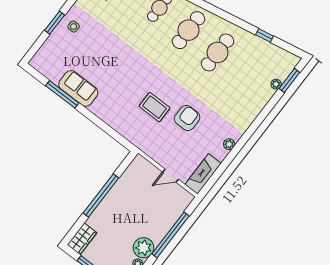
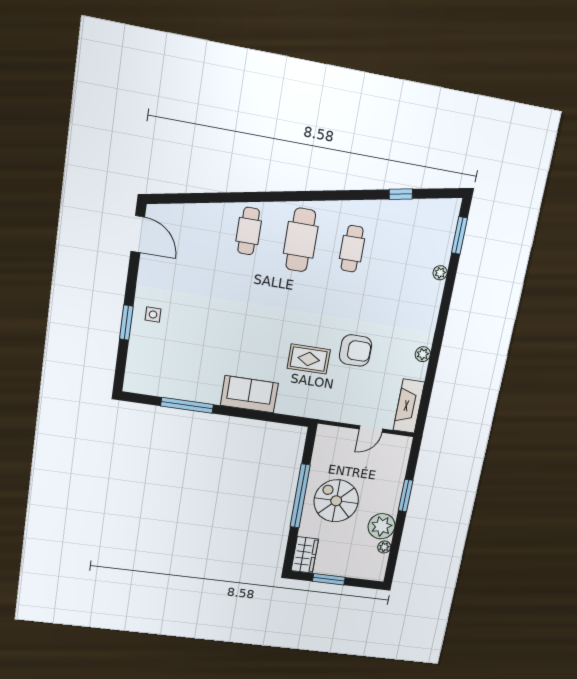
cafe table: (218, 52) -> (352, 249), width x0.73, depth x0.74
plant: (276, 84) -> (440, 273), moved
sofa: (78, 88) -> (249, 394), moved
armchair: (187, 118) -> (356, 350), turned 90
spiral stairs: (123, 212) -> (336, 501), added
window: (170, 235) -> (406, 495), width x0.47

